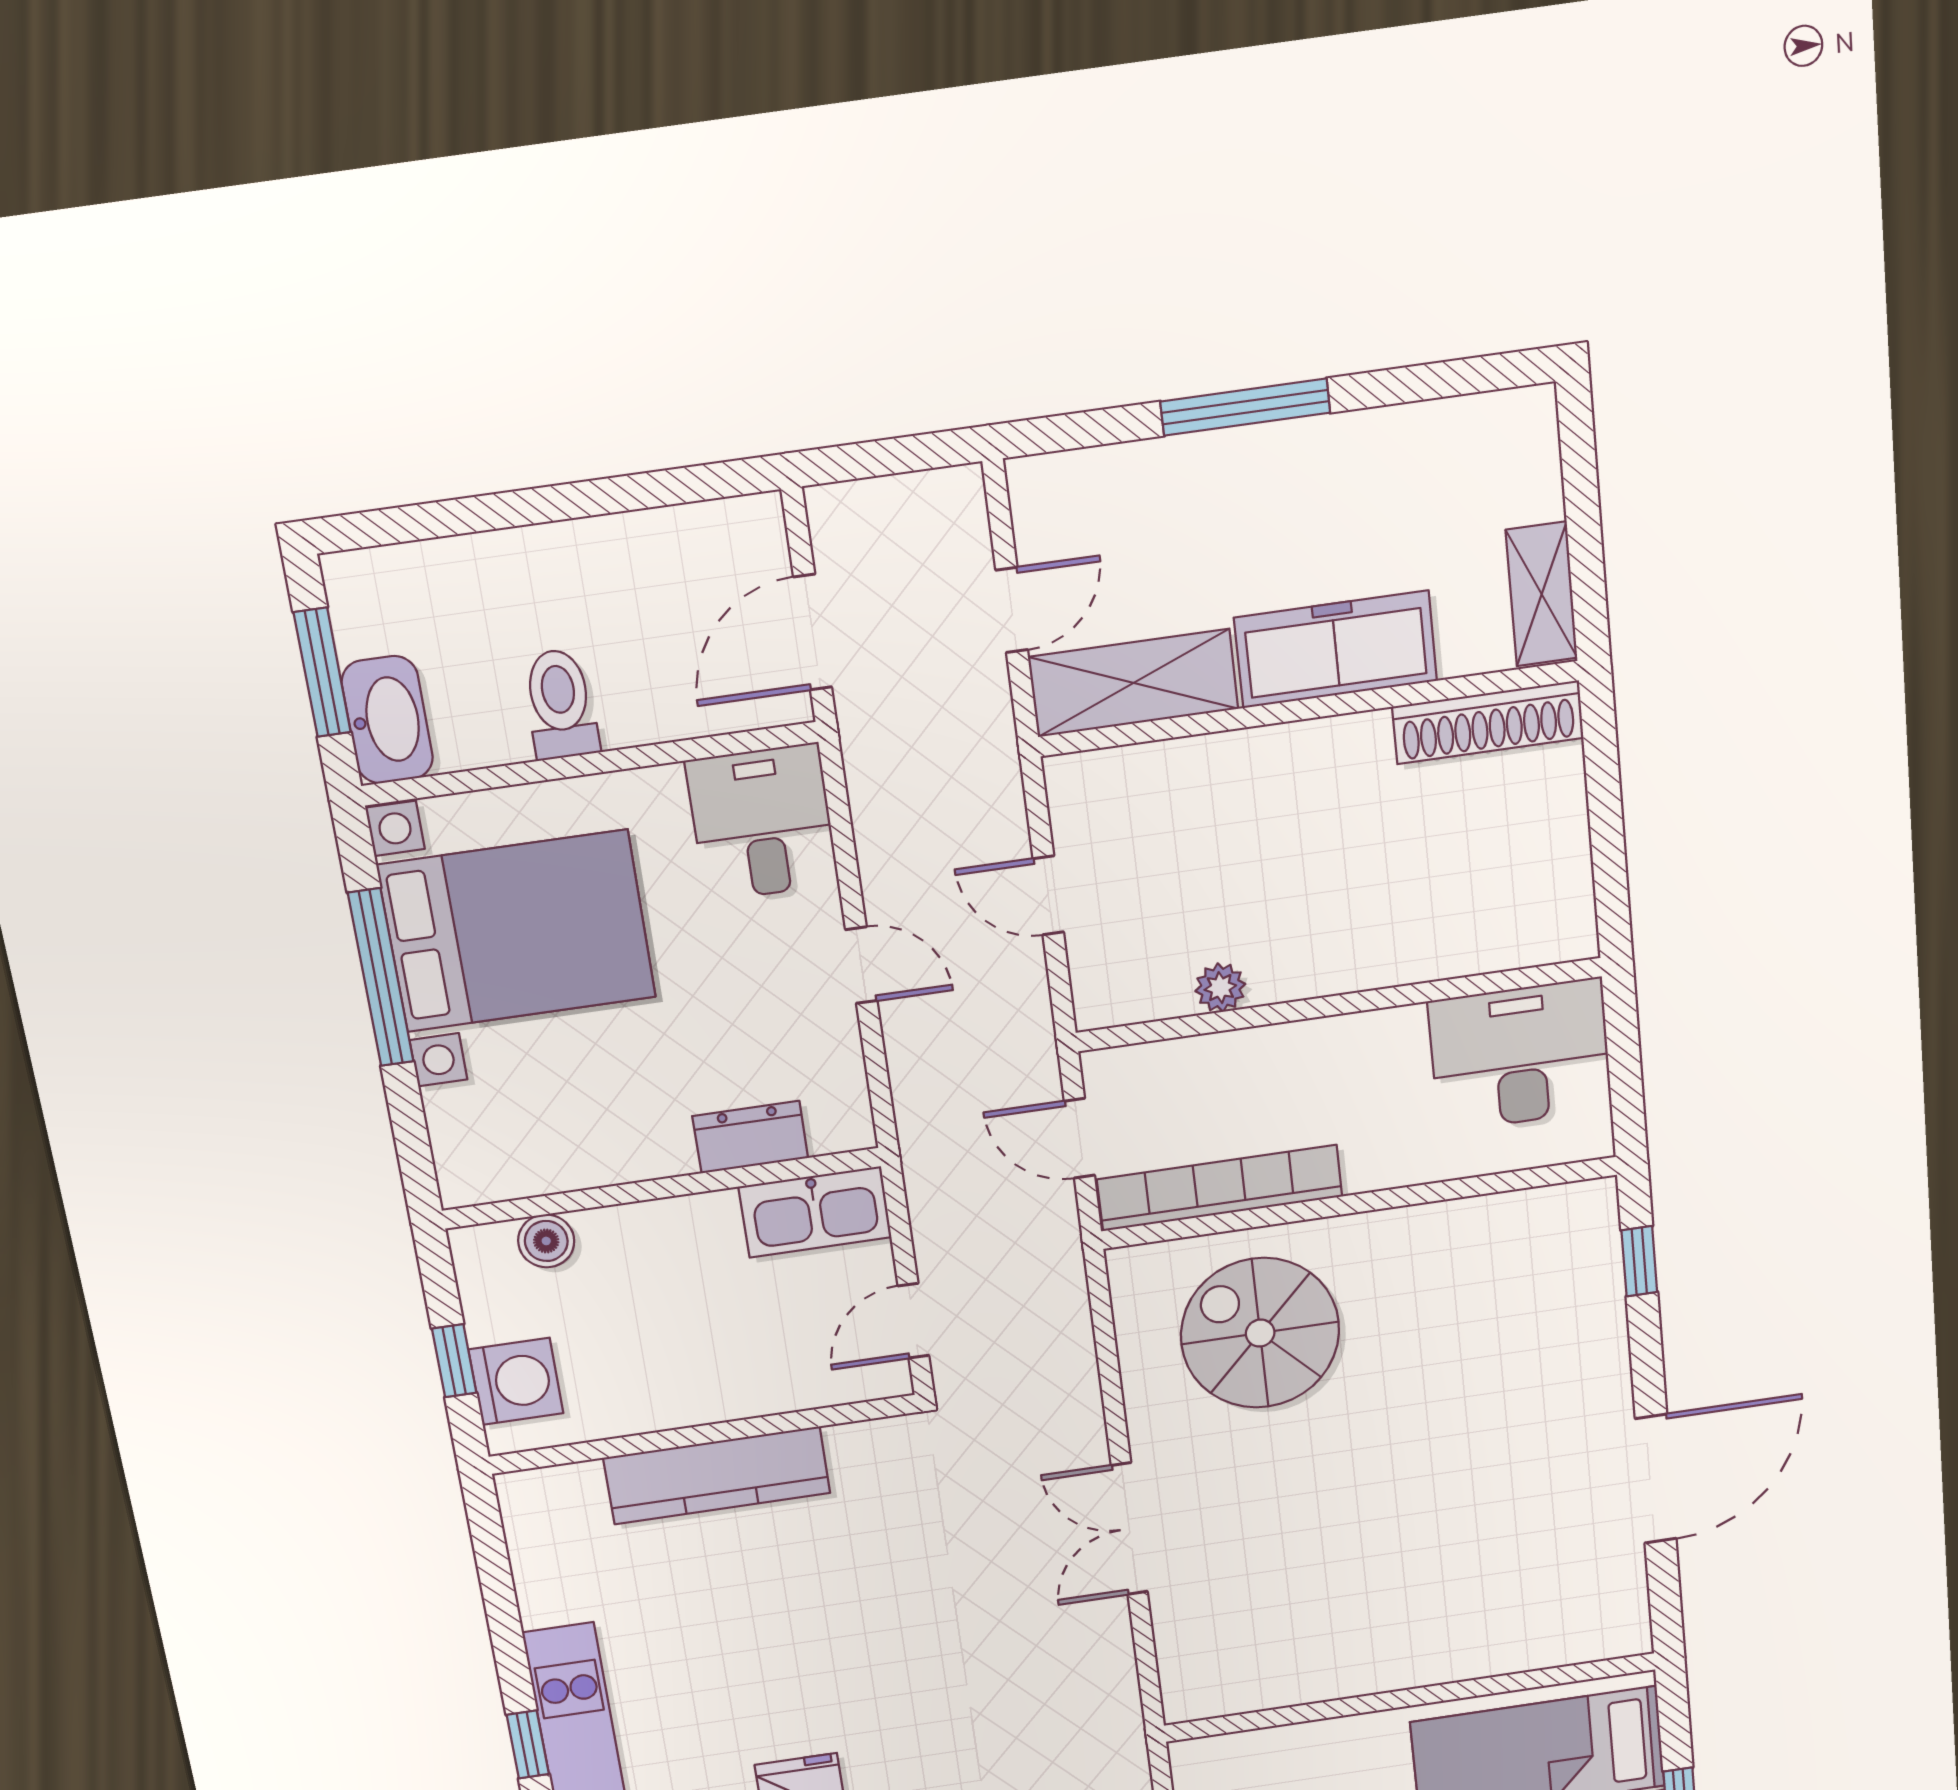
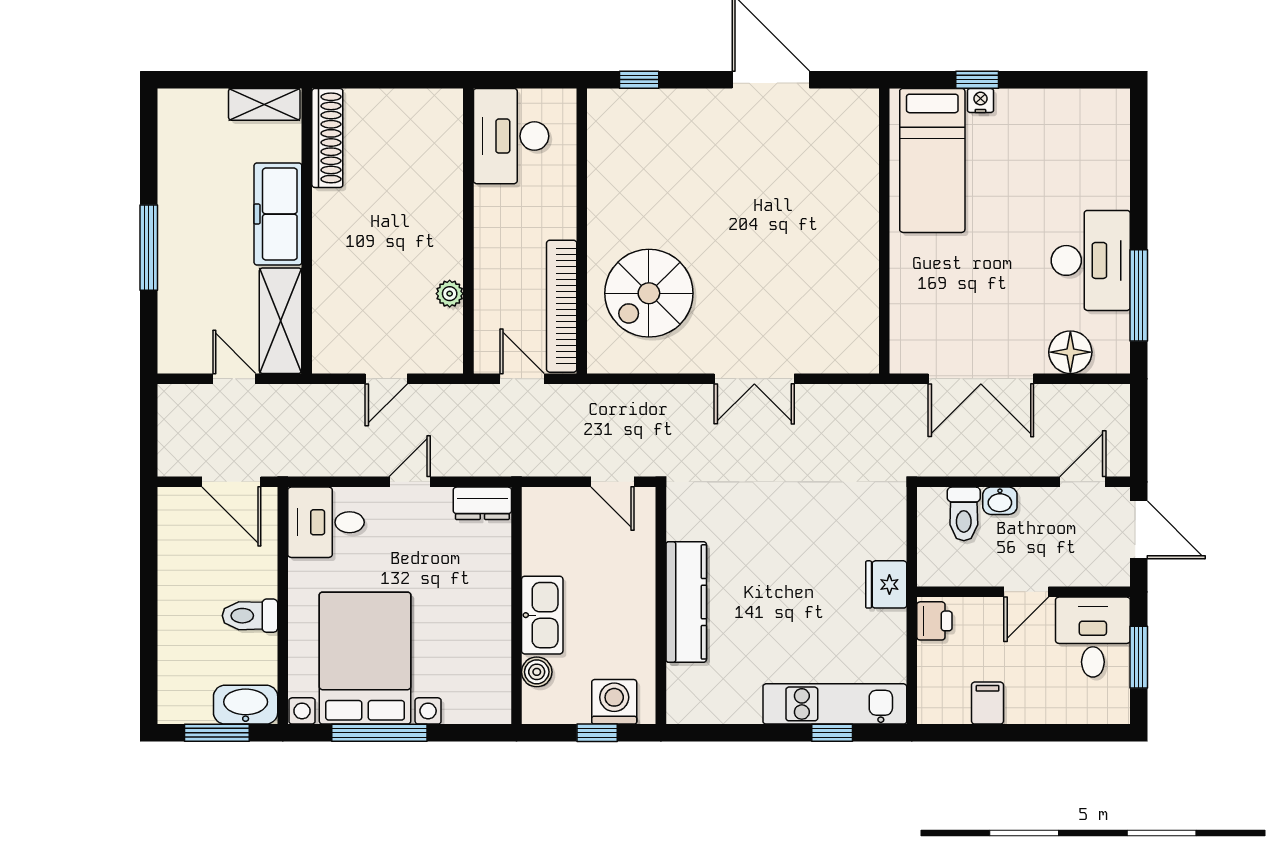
dresser: (750, 1137) -> (482, 503), moved, turned -90
door: (1079, 1138) -> (522, 379), swing flipped
kitchen sink: (815, 1212) -> (542, 615), moved

